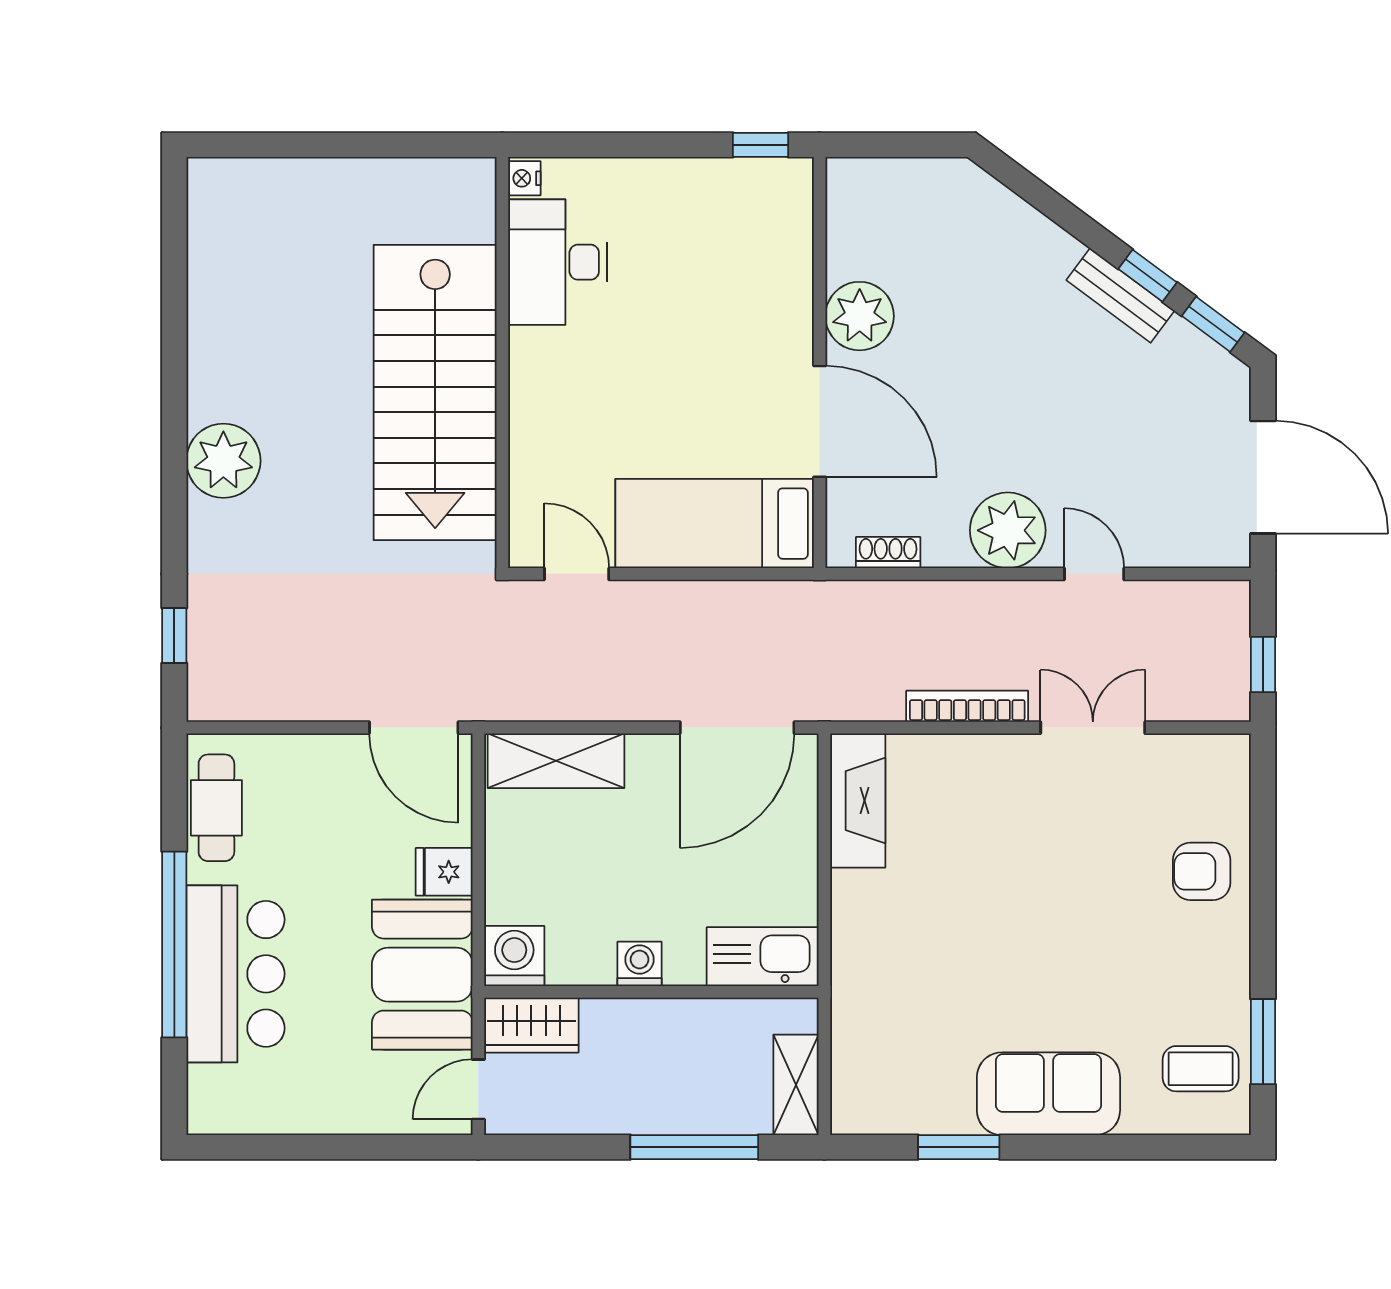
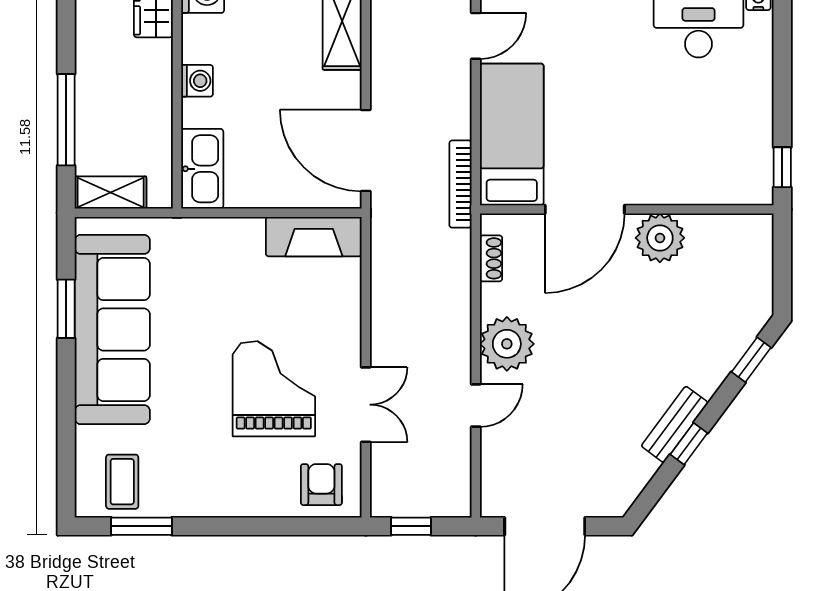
window: (1213, 324) -> (751, 360), moved
bookcase: (967, 706) -> (460, 184), moved, turned 180
grand piano: (1071, 857) -> (274, 389), added
armchair: (1202, 871) -> (321, 485), moved
sofa: (1048, 1094) -> (112, 330), width x1.85, depth x1.27

